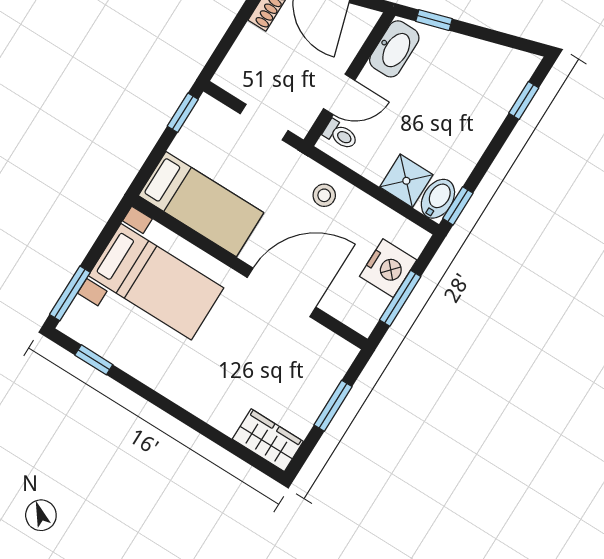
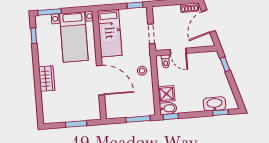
washbasin: (394, 49) -> (214, 104), moved, turned 180
nightstand: (388, 268) -> (134, 109), removed
window: (400, 298) -> (138, 119), moved
wardrobe: (268, 440) -> (47, 78), moved

